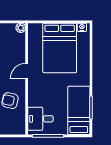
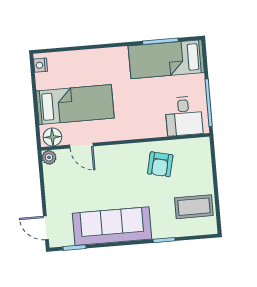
floor lamp: (34, 31) -> (52, 137), added
bed: (60, 48) -> (75, 105), width x0.67
door: (27, 71) -> (81, 146), moved

